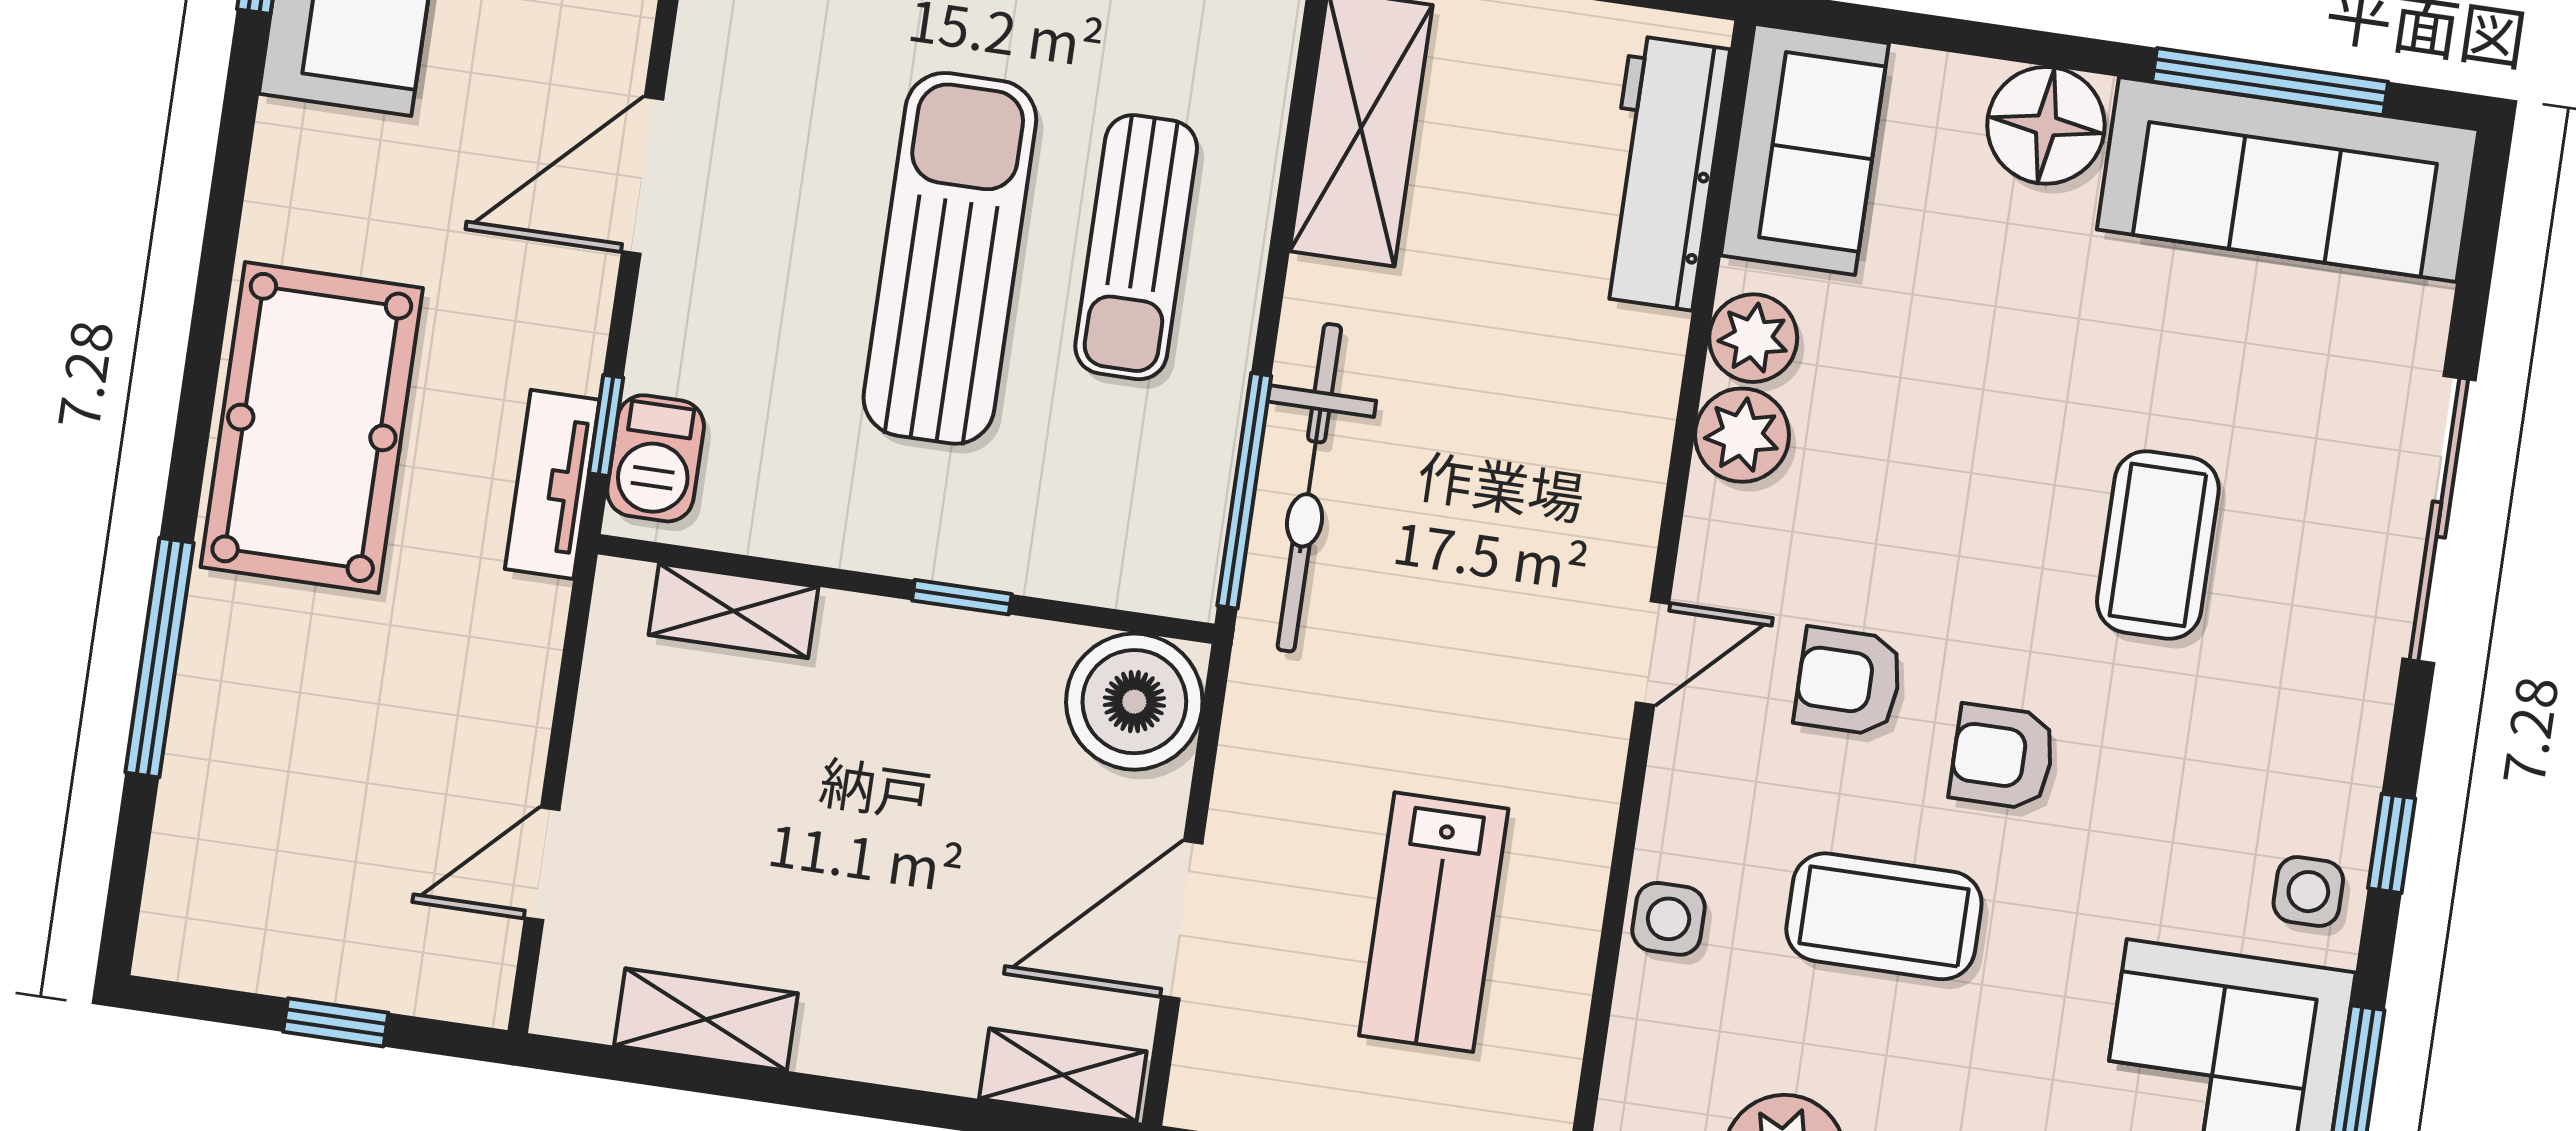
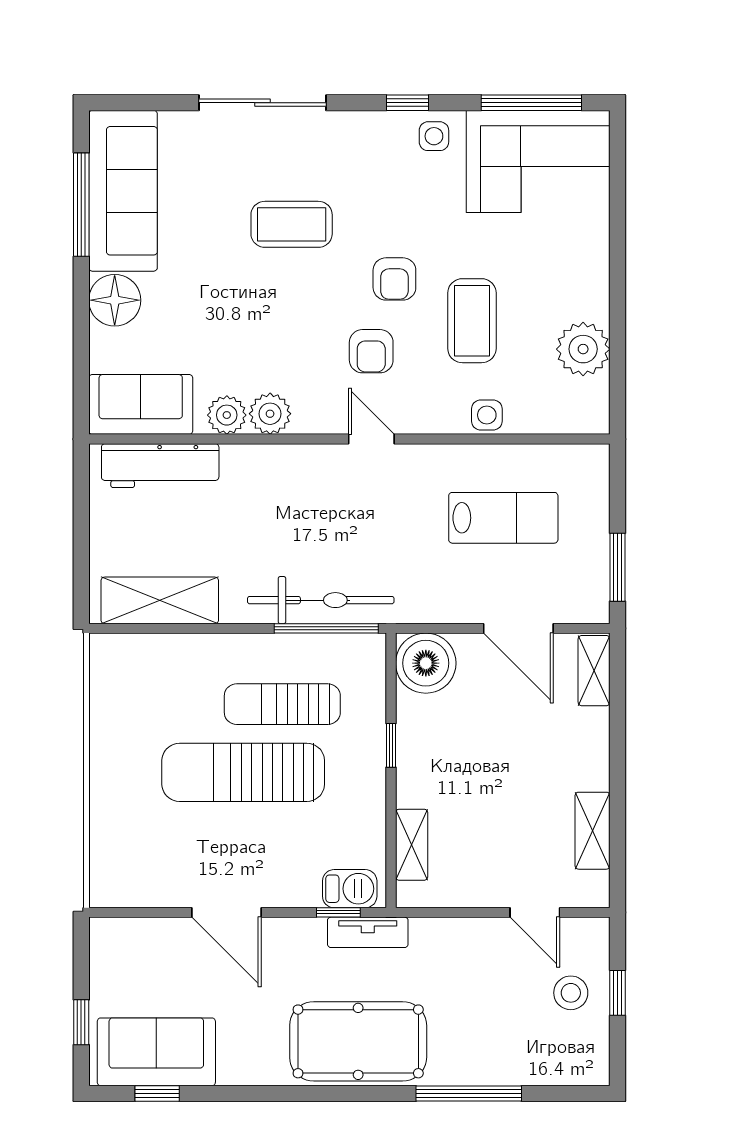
sun lounger: (1136, 247) -> (282, 704), moved, turned 180
stool: (351, 918) -> (571, 993), added

